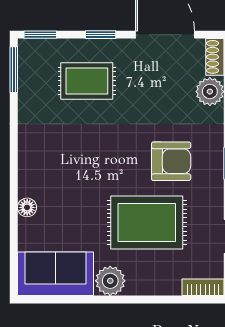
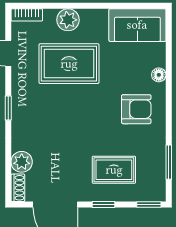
window: (14, 70) -> (169, 162), moved
armchair: (171, 161) -> (136, 109), moved, turned 180
plant: (110, 281) -> (68, 20), moved

